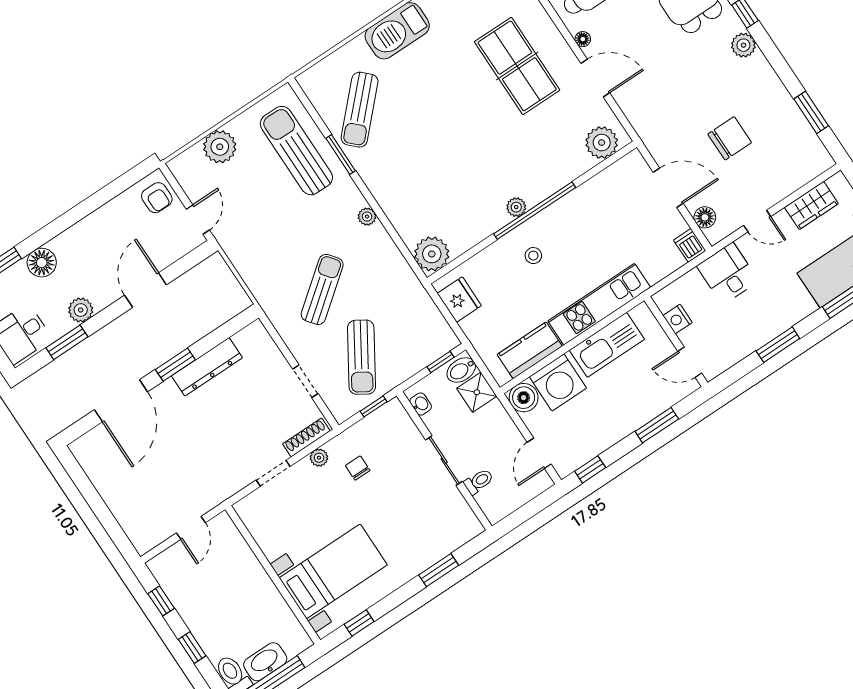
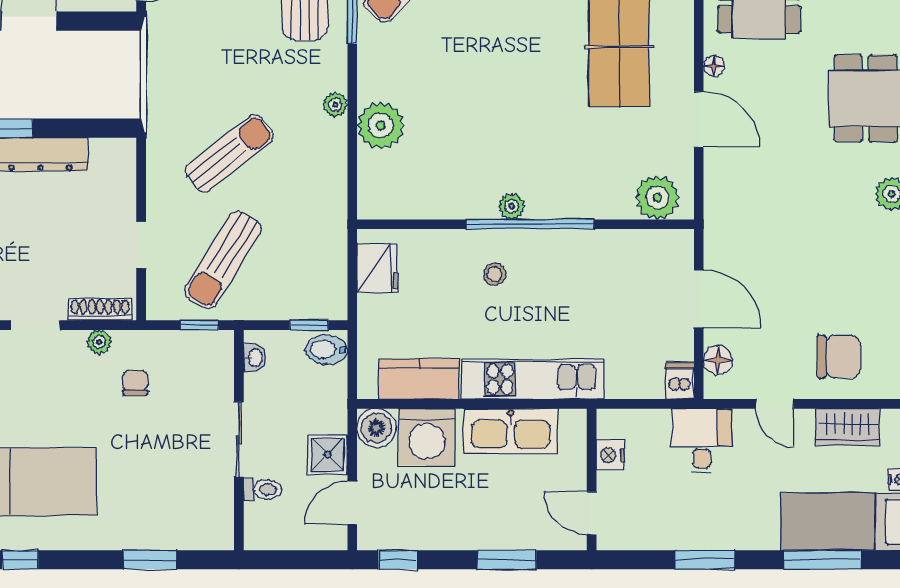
chair: (730, 138) -> (839, 357), moved
plant: (432, 254) -> (381, 125), moved
shower: (477, 392) -> (328, 455), moved

